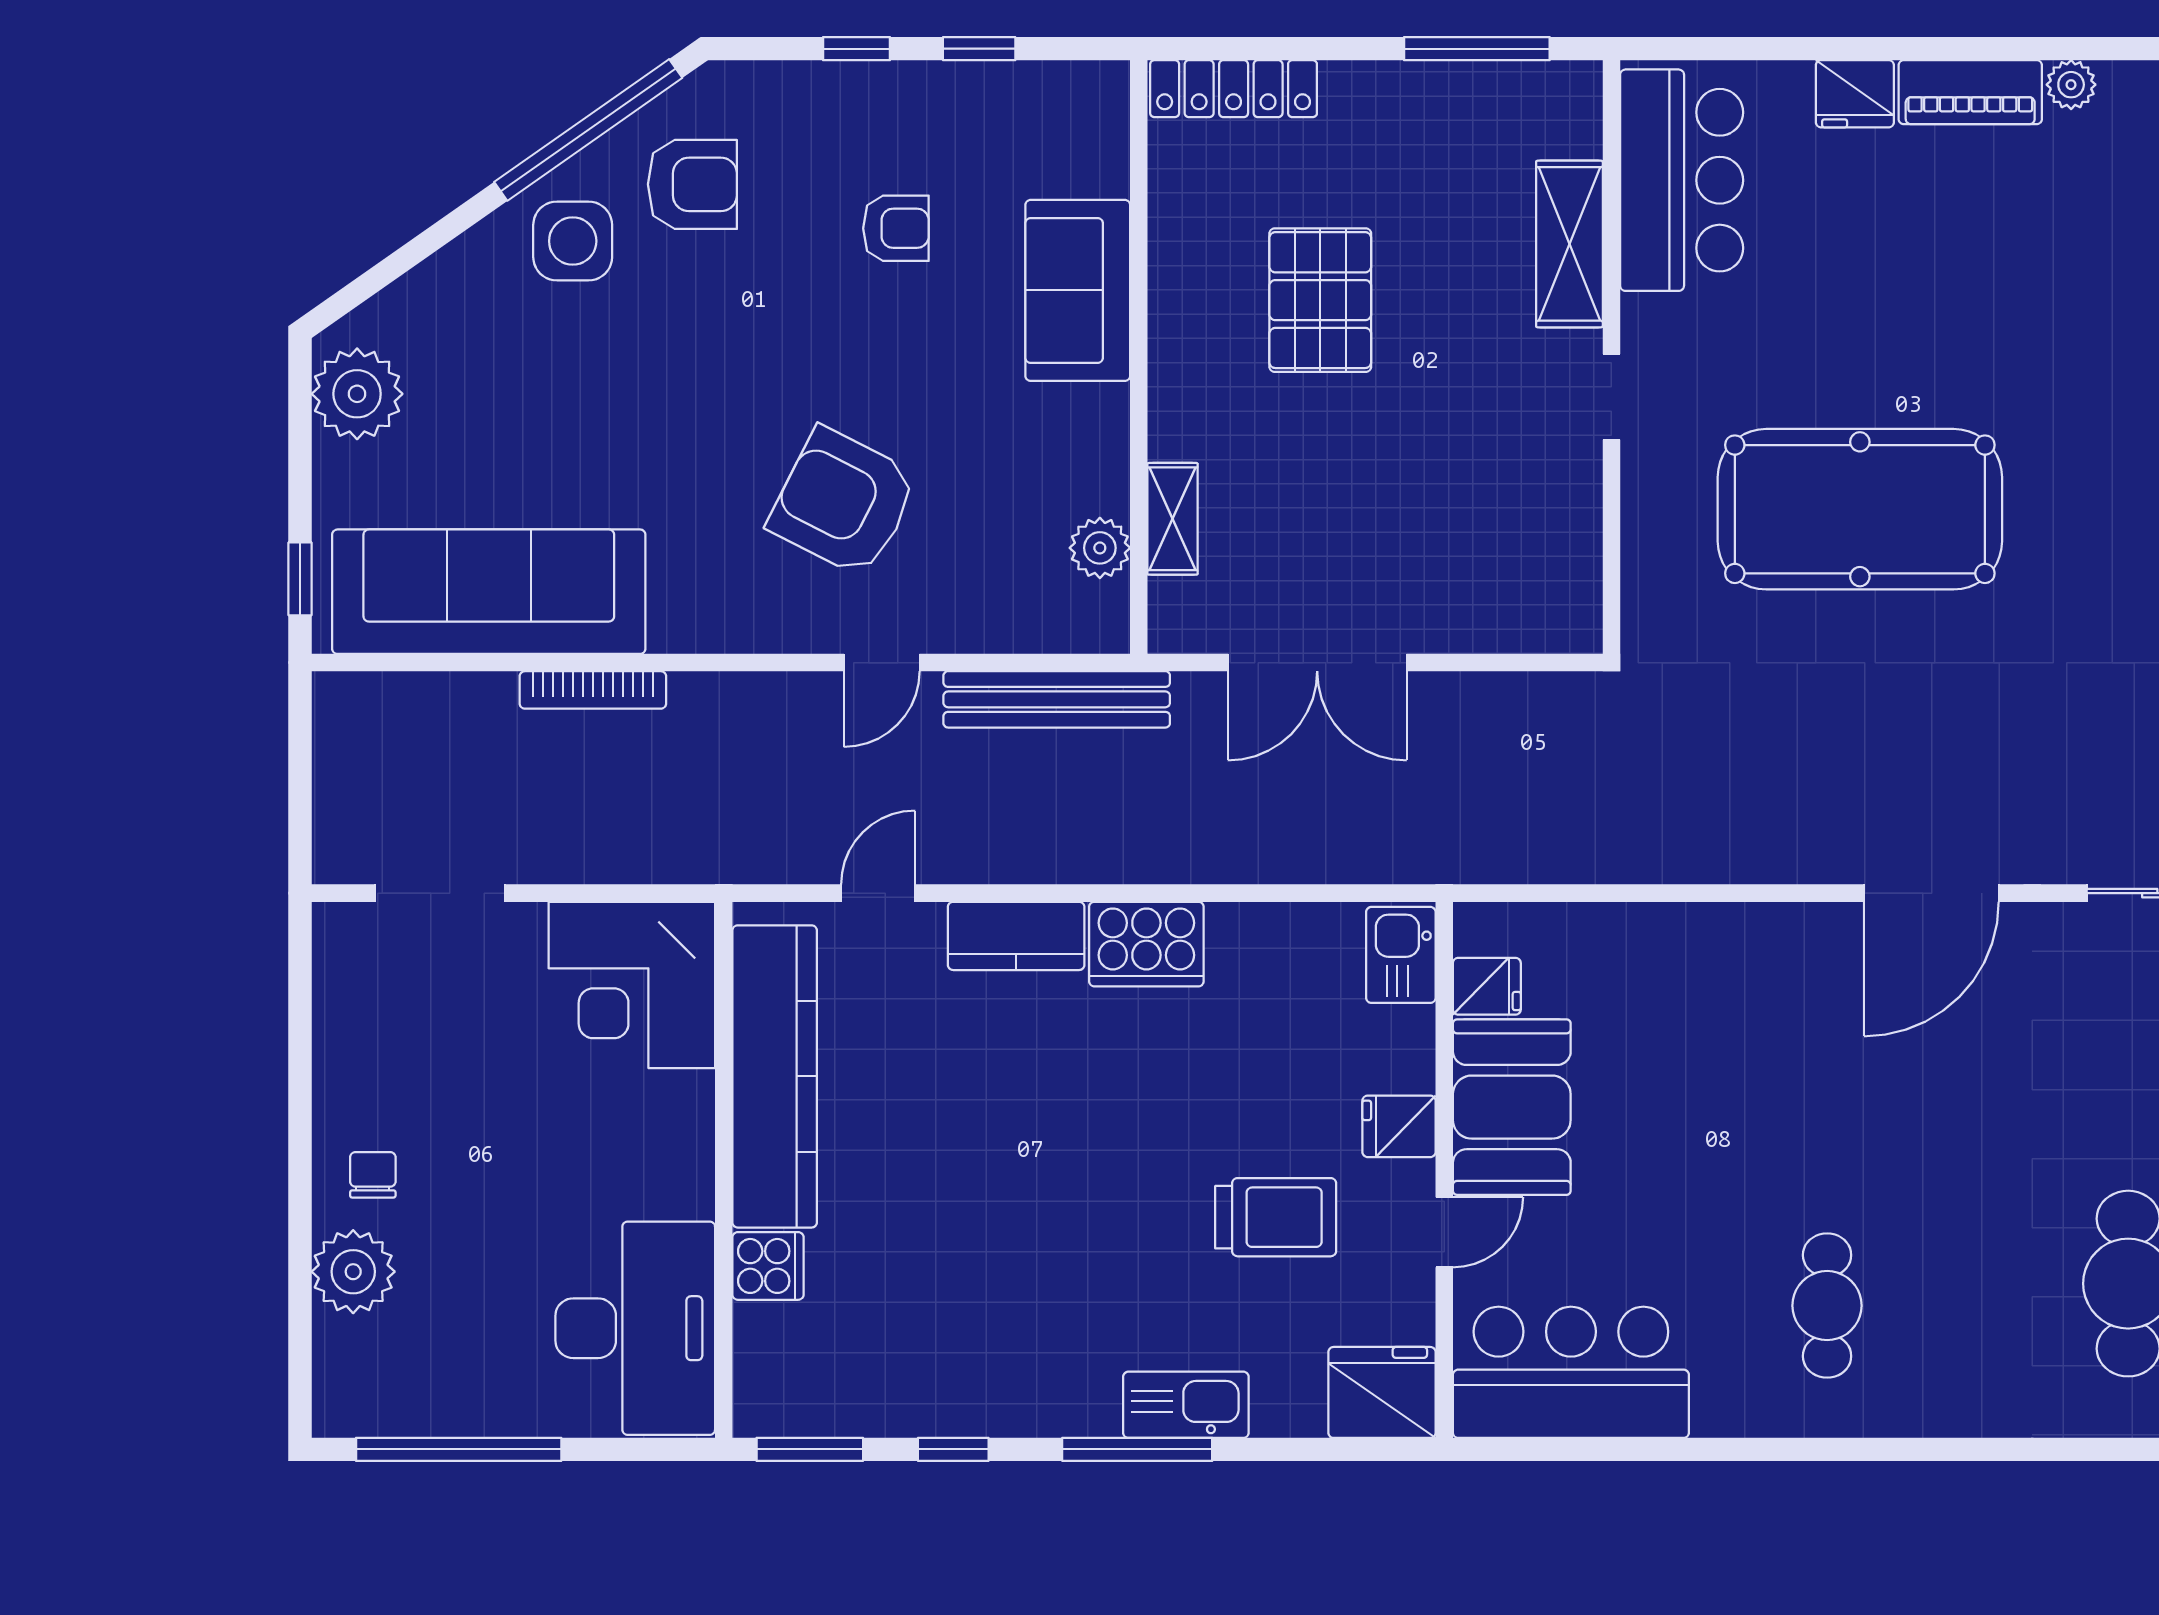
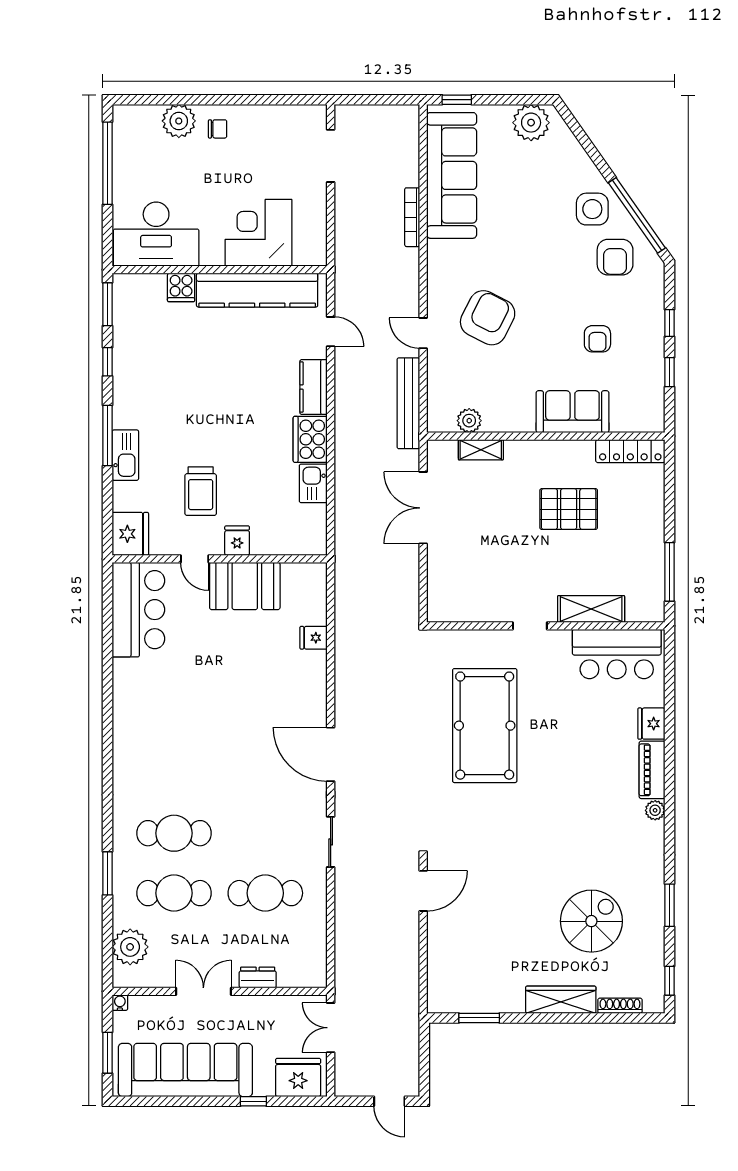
locker: (1234, 89) -> (630, 451), moved, turned -90
kitchen sink: (1401, 955) -> (313, 483), moved, turned -90
corner desk: (632, 985) -> (258, 233), moved
fridge: (1487, 986) -> (314, 638), moved, turned 90
cafe table: (1827, 1306) -> (165, 712), removed

